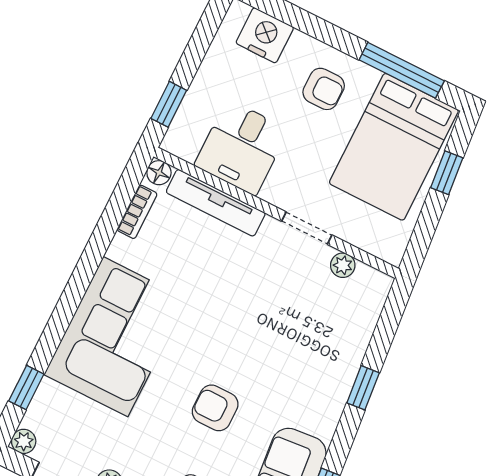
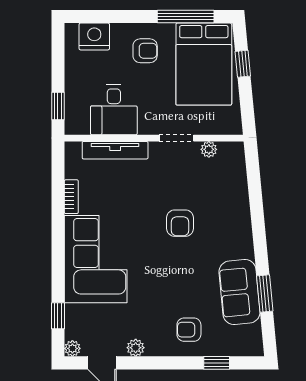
floor lamp: (159, 173) -> (73, 149), removed
bookcase: (137, 212) -> (71, 197), moved
window: (363, 388) -> (257, 216), removed
armchair: (215, 408) -> (180, 223), moved, turned -90

